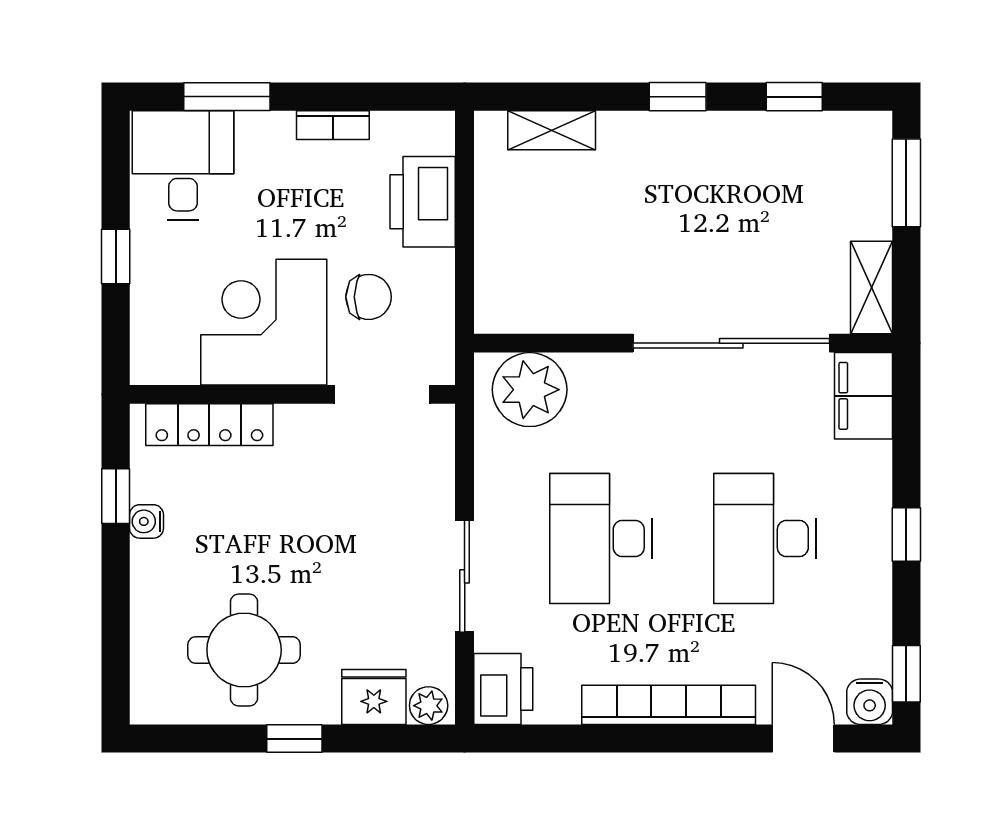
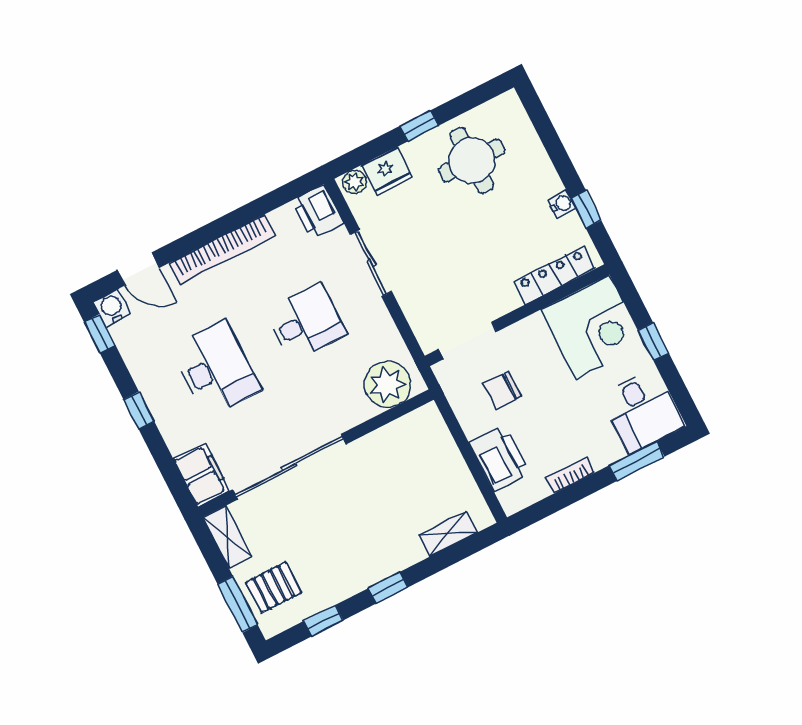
pallet: (842, 181) -> (274, 587), added
corner desk: (264, 322) -> (592, 327), moved
desk: (601, 539) -> (306, 322), width x0.73

